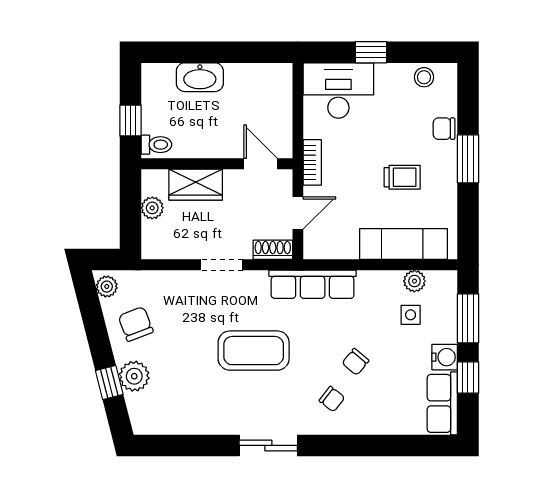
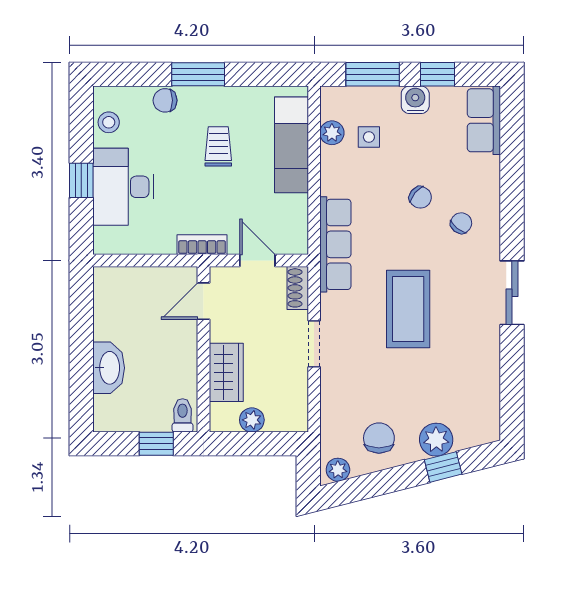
desk: (338, 91) -> (123, 187), moved
chair: (444, 129) -> (165, 100), turned 90
chair: (136, 324) -> (379, 438), turned 111
row of seats: (442, 403) -> (484, 120), moved, turned 90

